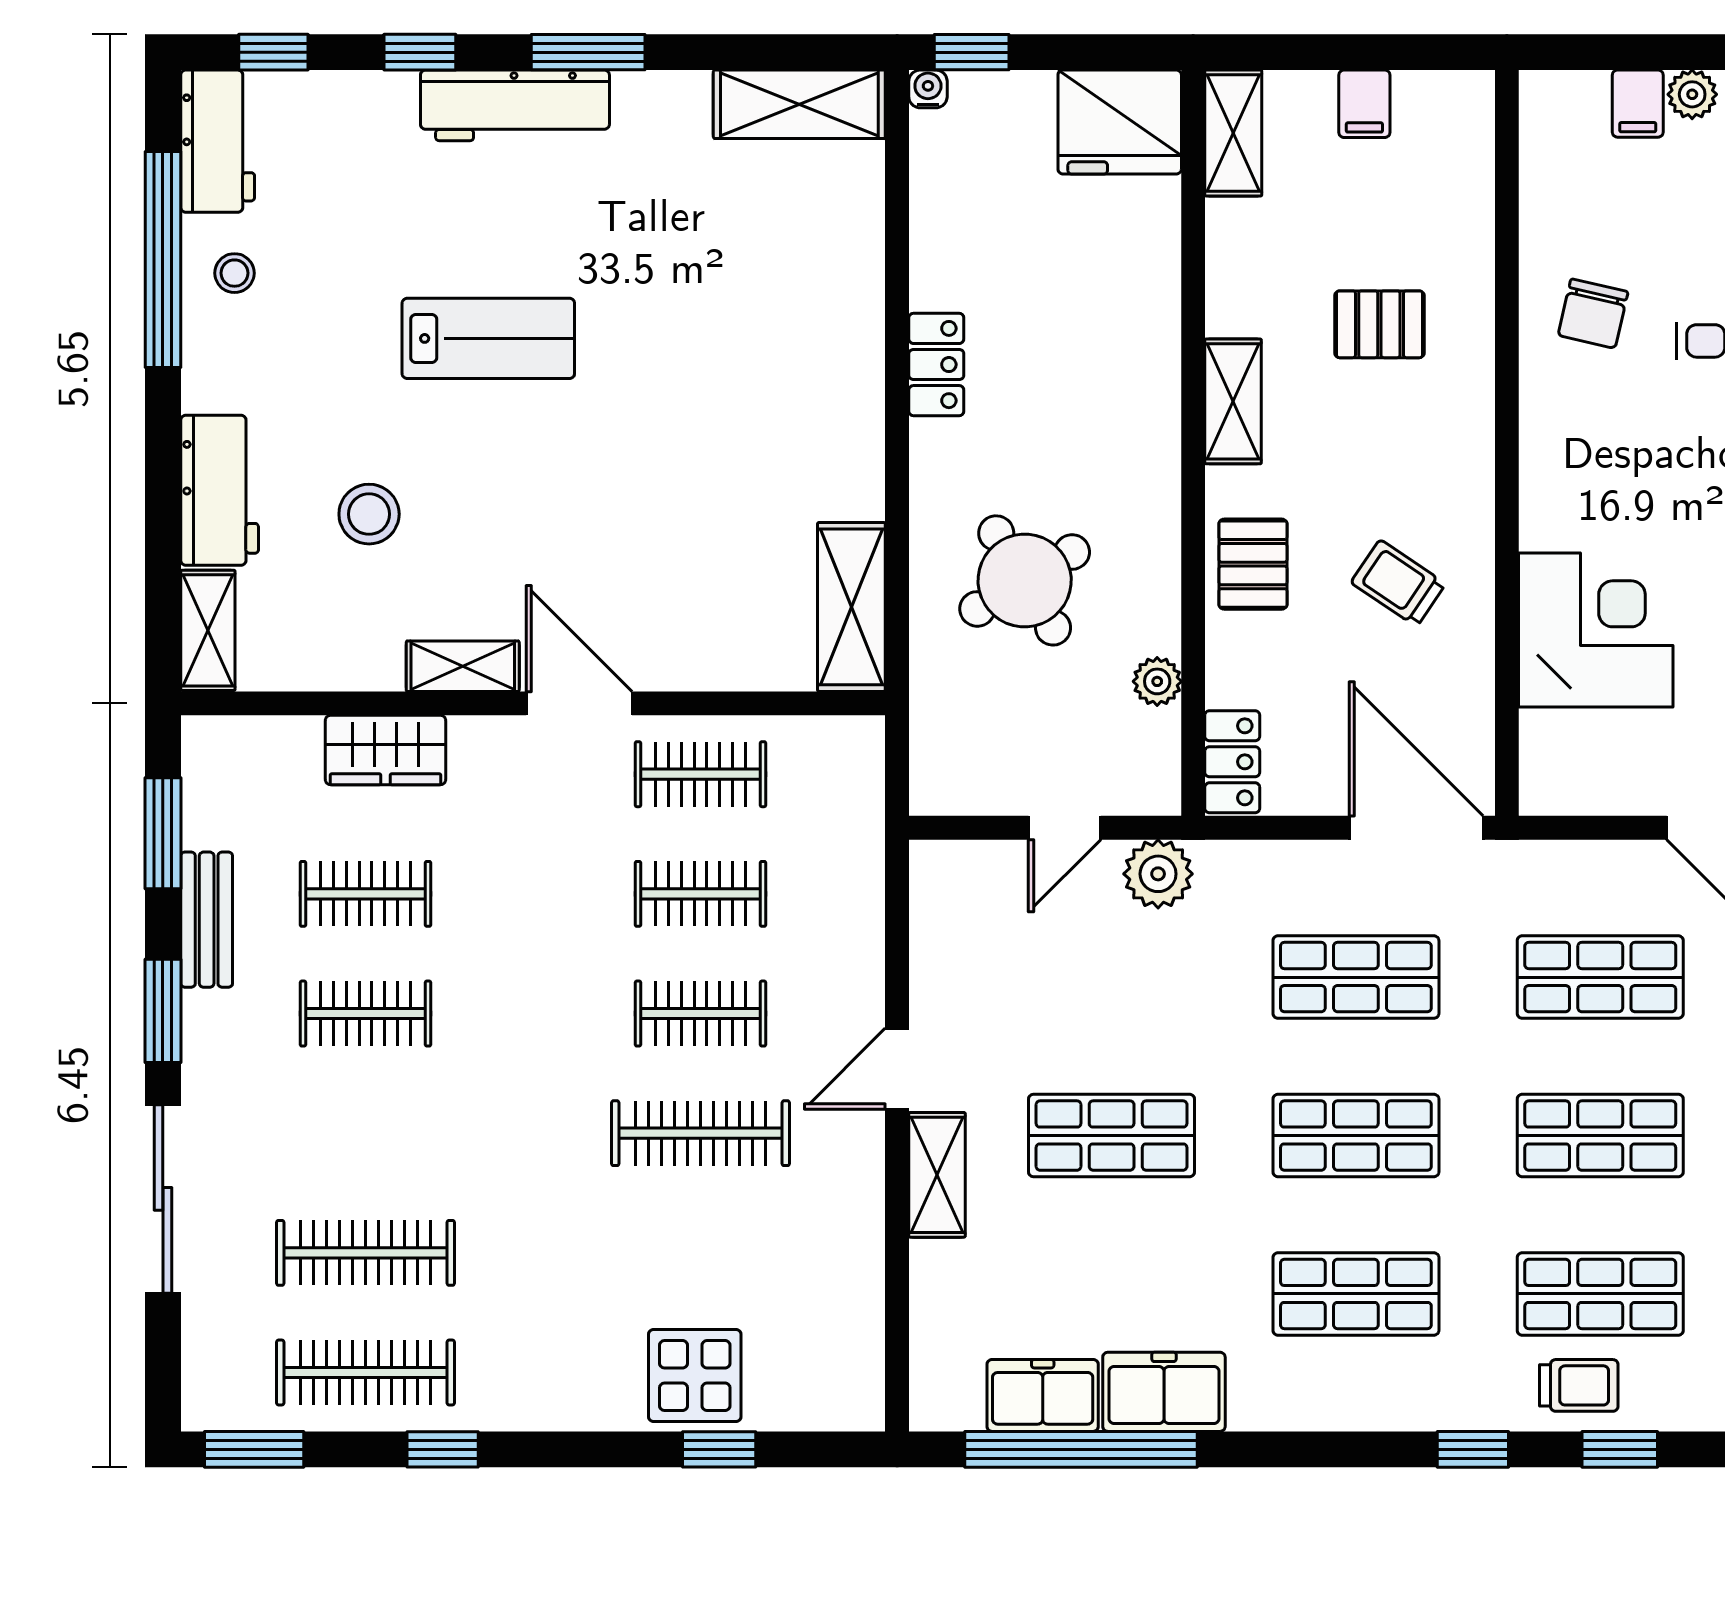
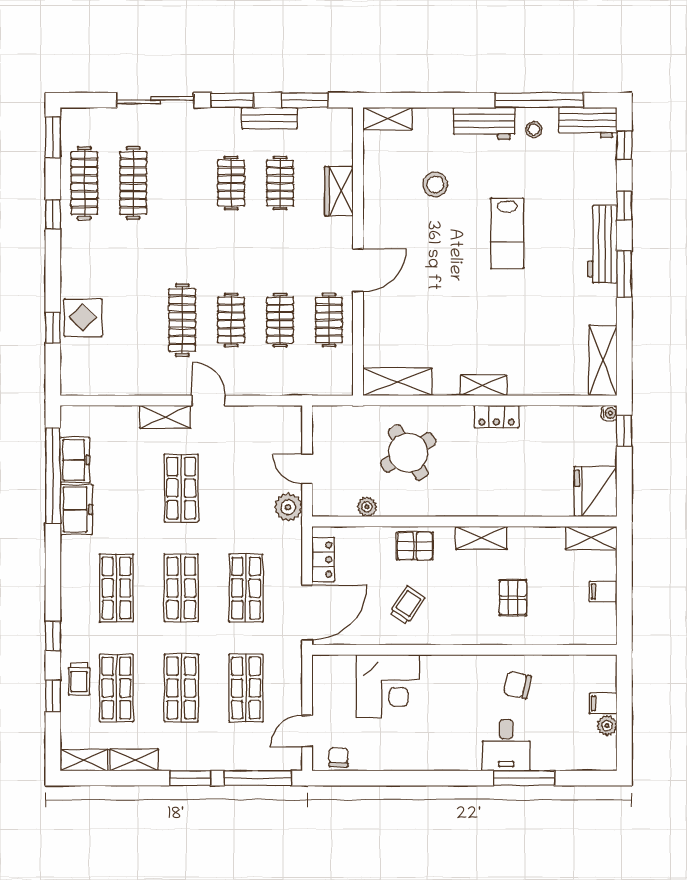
workbench: (220, 490) -> (484, 123), moved
shelving: (463, 666) -> (483, 385), moved, turned 90
locker: (1232, 762) -> (323, 560), moved, turned -90

